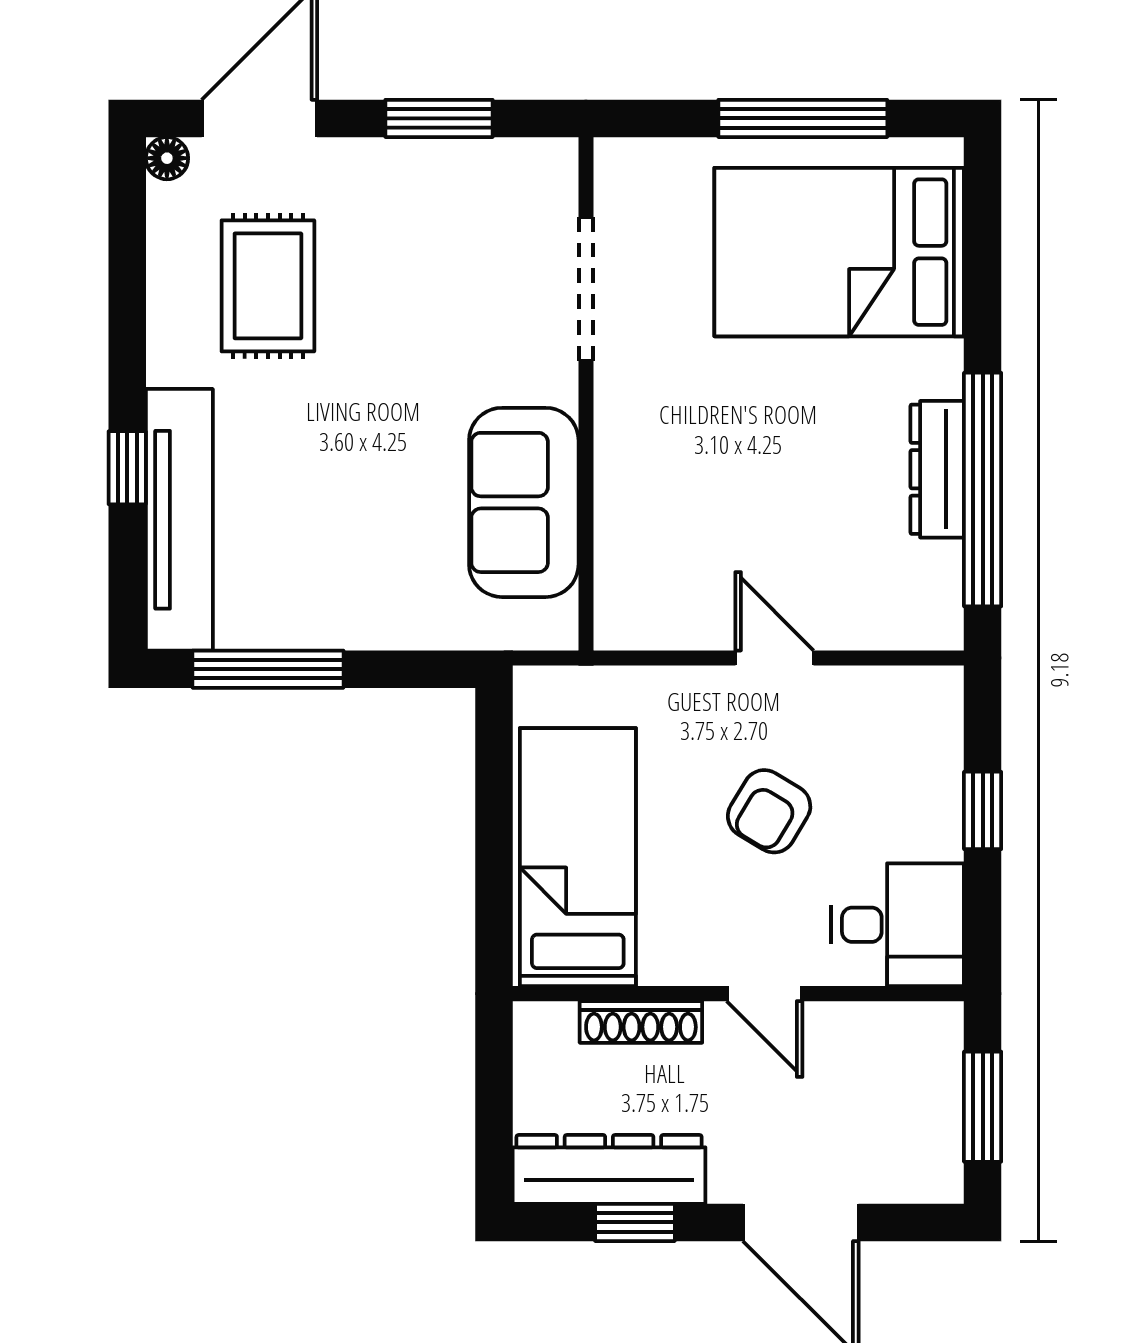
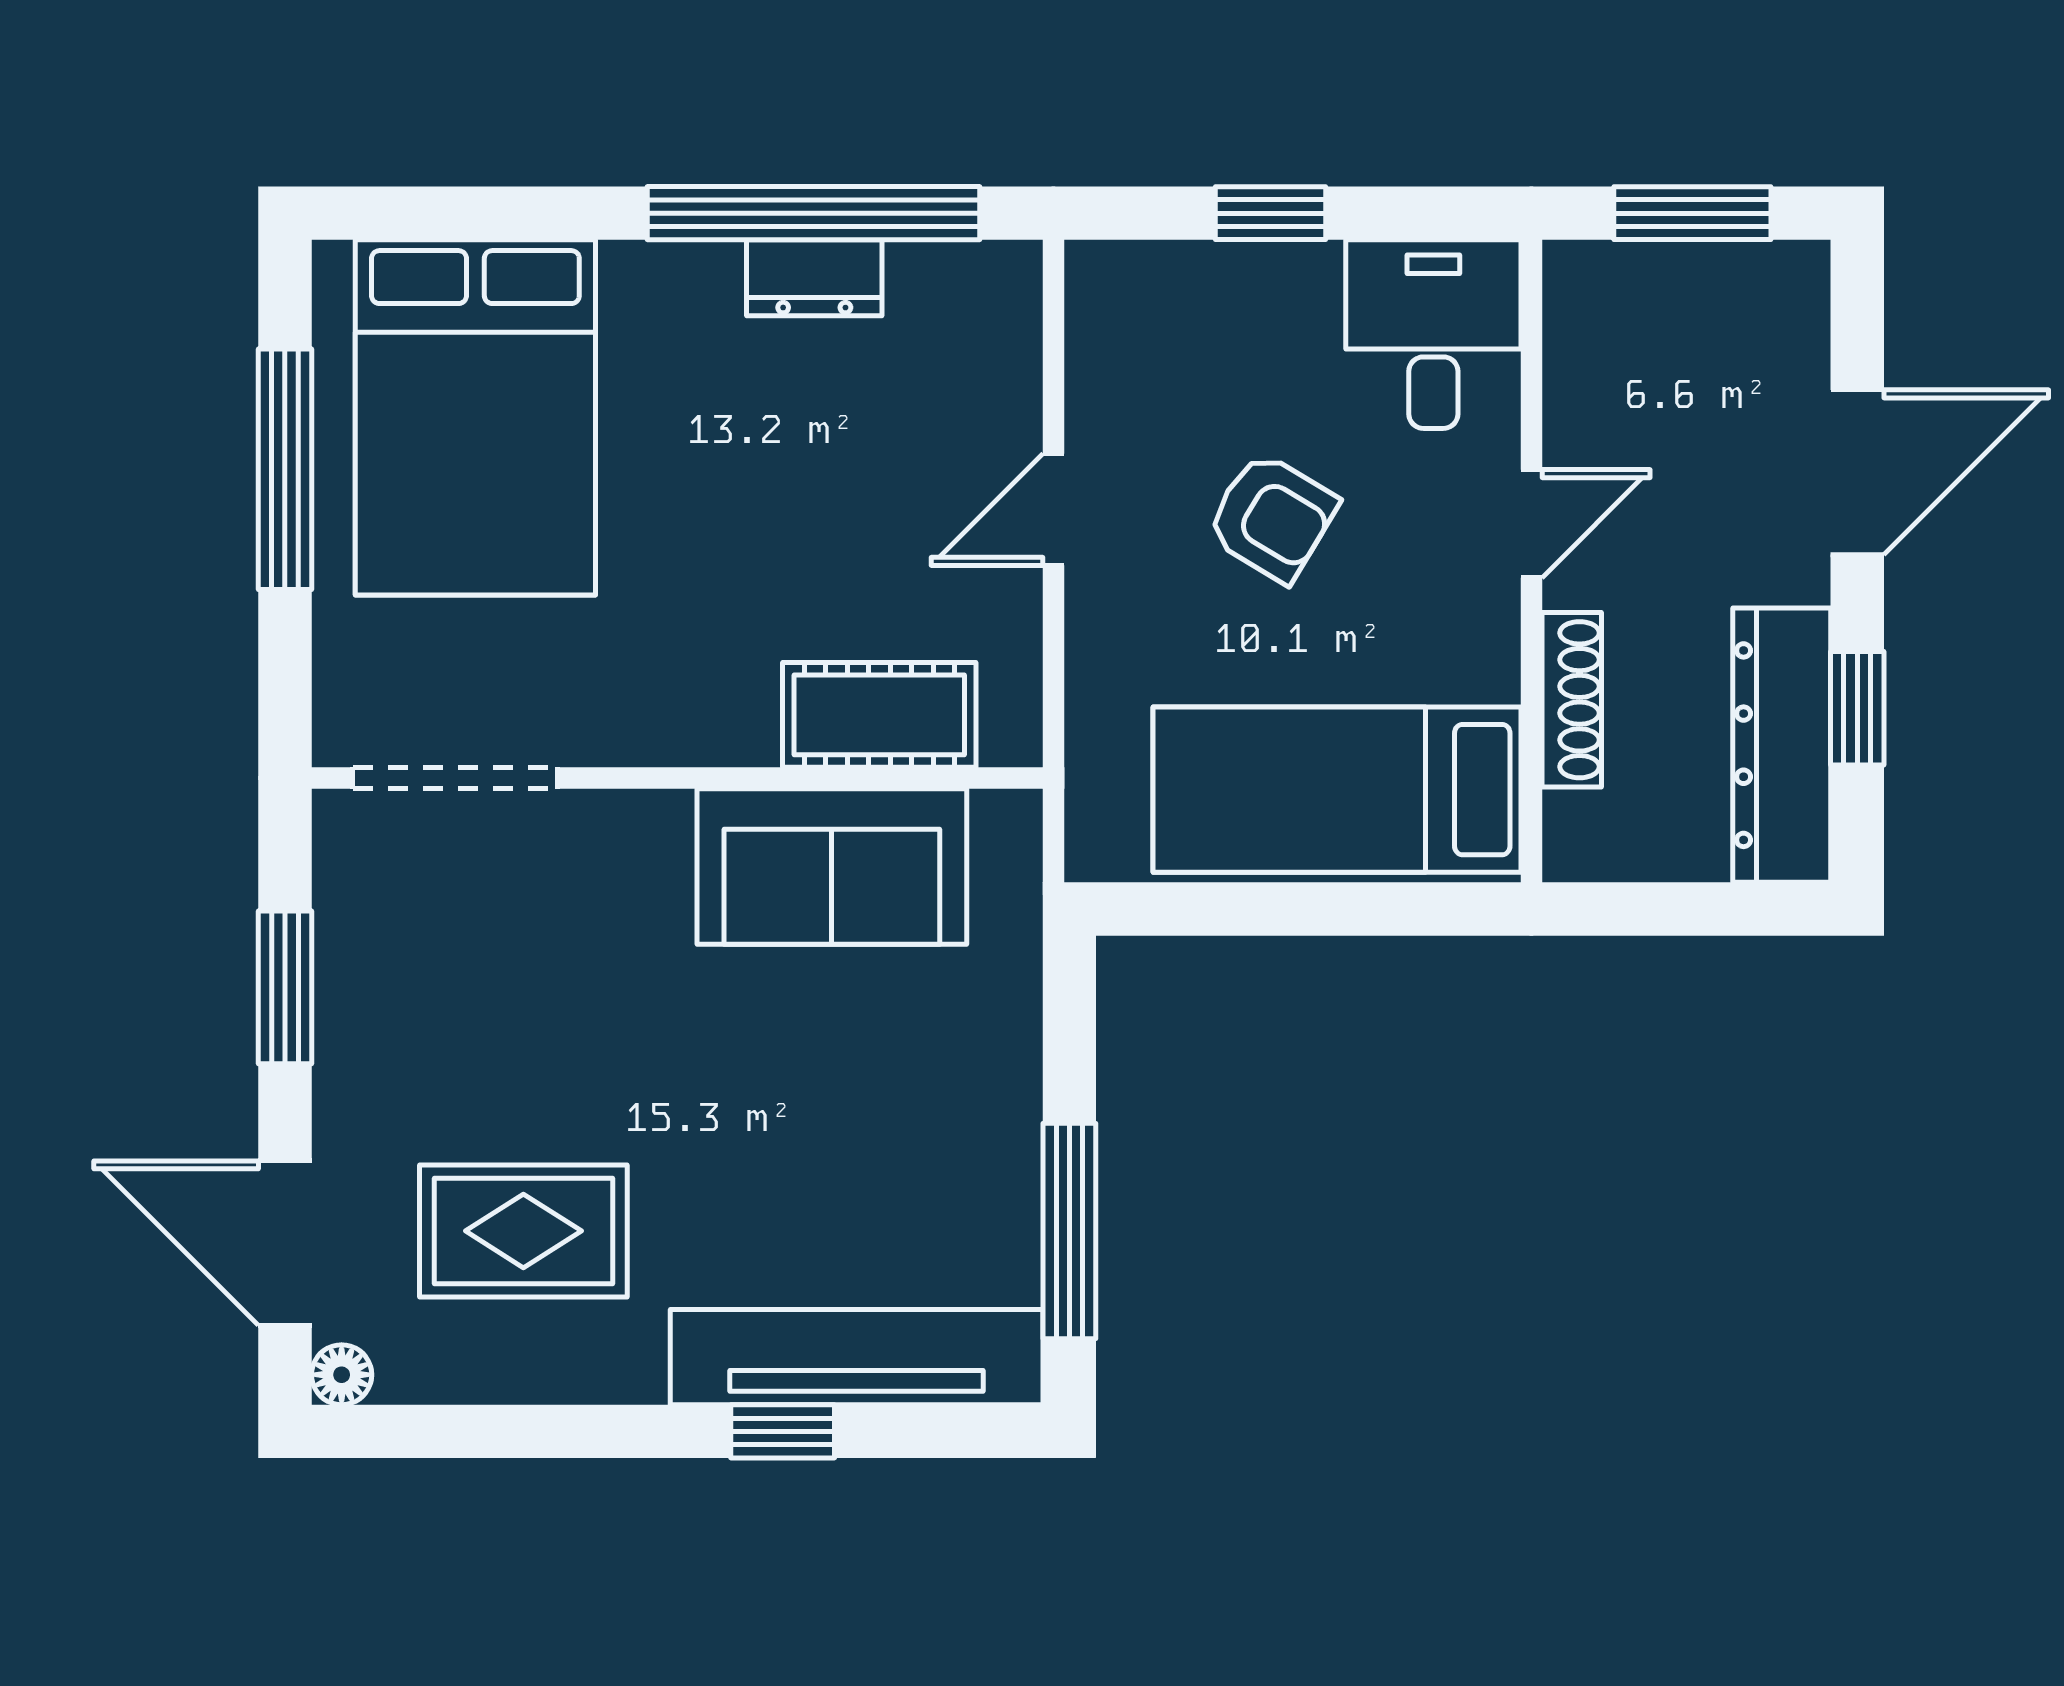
doorway: (586, 289) -> (455, 778), moved
dresser: (937, 469) -> (814, 278), width x0.70
cot: (630, 536) -> (879, 715), added

